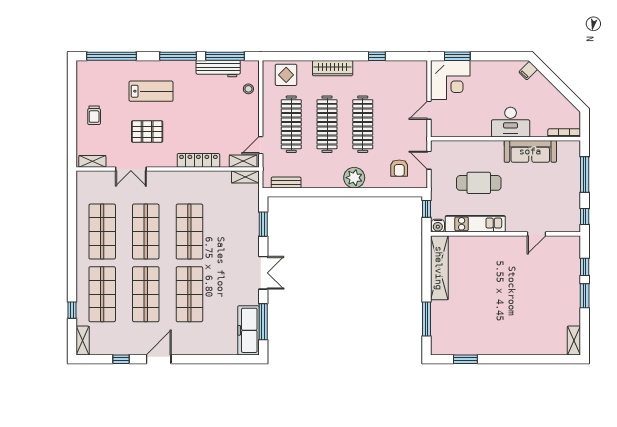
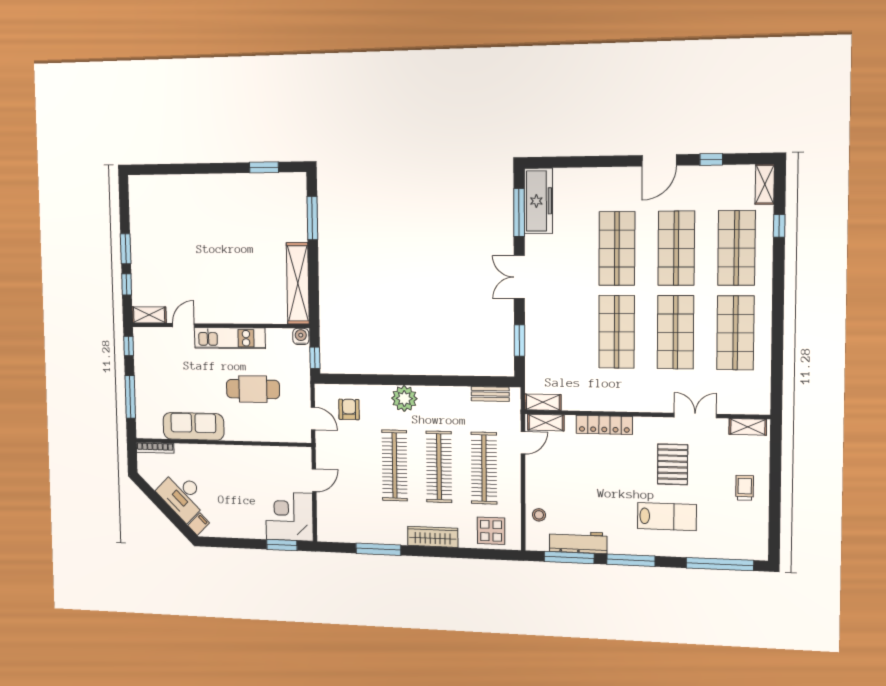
window: (377, 56) -> (378, 549), width x2.17
lab bench: (151, 91) -> (667, 517), turned 180
desk: (511, 122) -> (182, 495), moved, turned -135
pallet: (147, 132) -> (673, 464), turned 90
kitchen unit: (475, 224) -> (230, 338), moved
shelving: (574, 340) -> (149, 315), moved, turned 90

